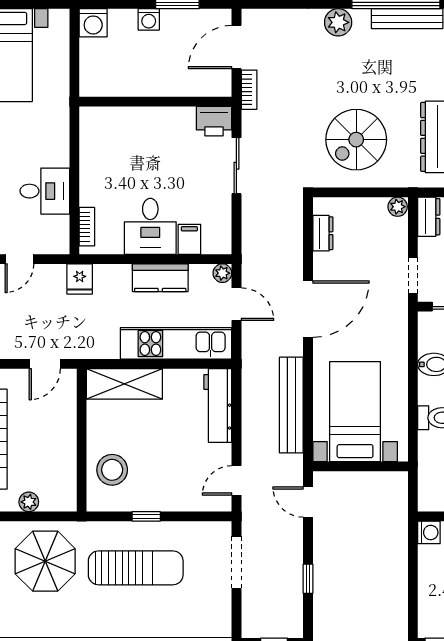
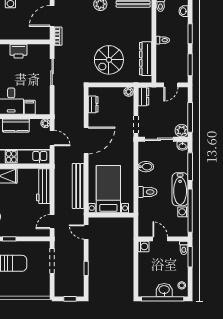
printer: (214, 121) -> (19, 51), moved

